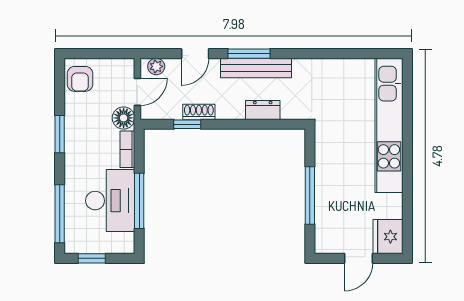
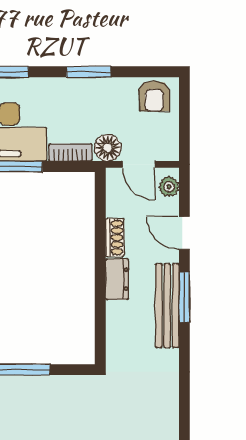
armchair: (80, 79) -> (154, 96), turned -90
dresser: (263, 110) -> (117, 279), moved
window: (187, 124) -> (100, 224), removed

